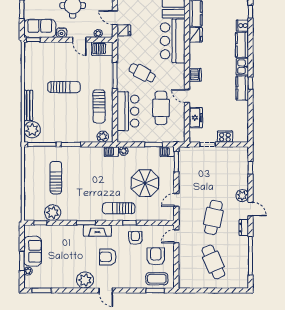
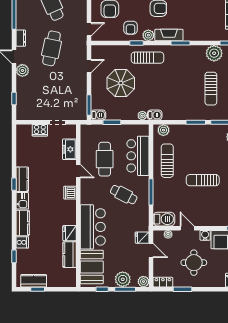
plant: (118, 230) -> (148, 35), added

